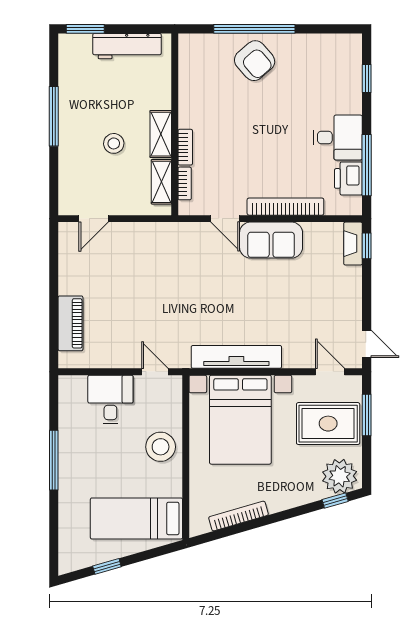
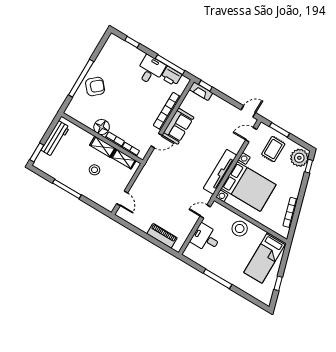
floor lamp: (193, 112) -> (102, 127), added
rug: (328, 424) -> (273, 149), width x0.73, depth x0.70

